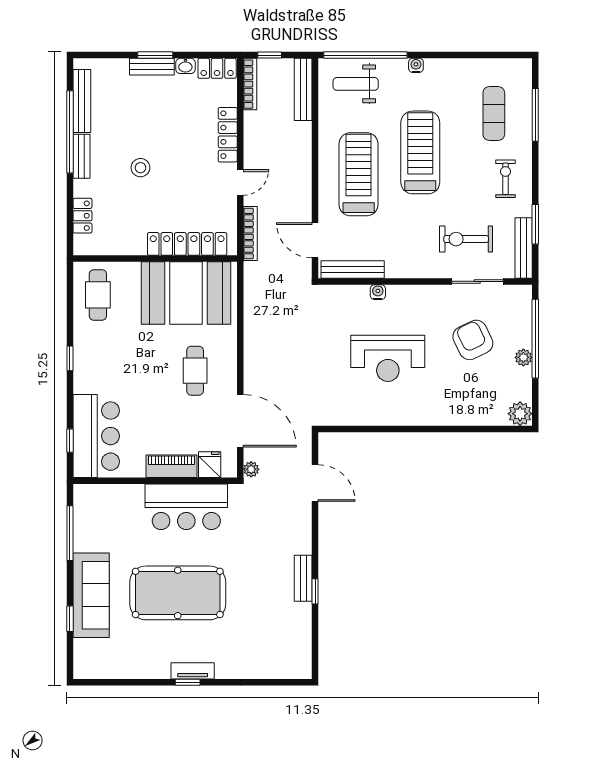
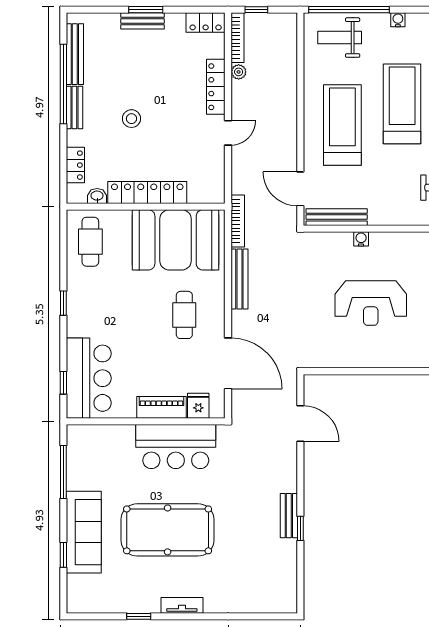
washbasin: (185, 66) -> (97, 196), moved, turned 180
bench: (303, 89) -> (239, 279), moved
bookcase: (250, 234) -> (238, 221), moved
locker: (187, 244) -> (147, 192), moved
plant: (251, 469) -> (239, 72), moved
window: (188, 682) -> (139, 616), moved

